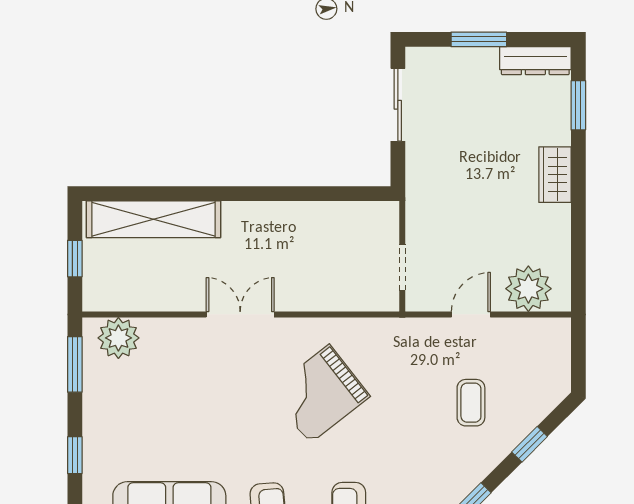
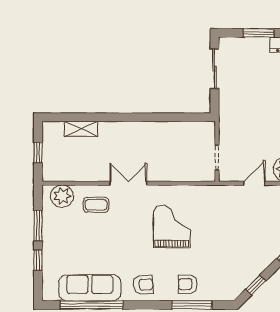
shelving: (154, 219) -> (81, 129), width x0.45, depth x0.75
window: (75, 364) -> (38, 226), moved
grand piano: (320, 394) -> (172, 227), turned 128
coffee table: (471, 403) -> (96, 205), moved, turned 90

